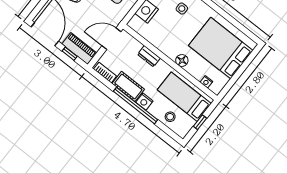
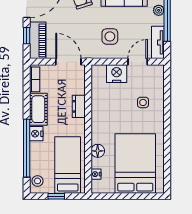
floor lamp: (182, 60) -> (98, 151), moved
window: (136, 106) -> (27, 148), moved
stool: (170, 117) -> (37, 181), moved

